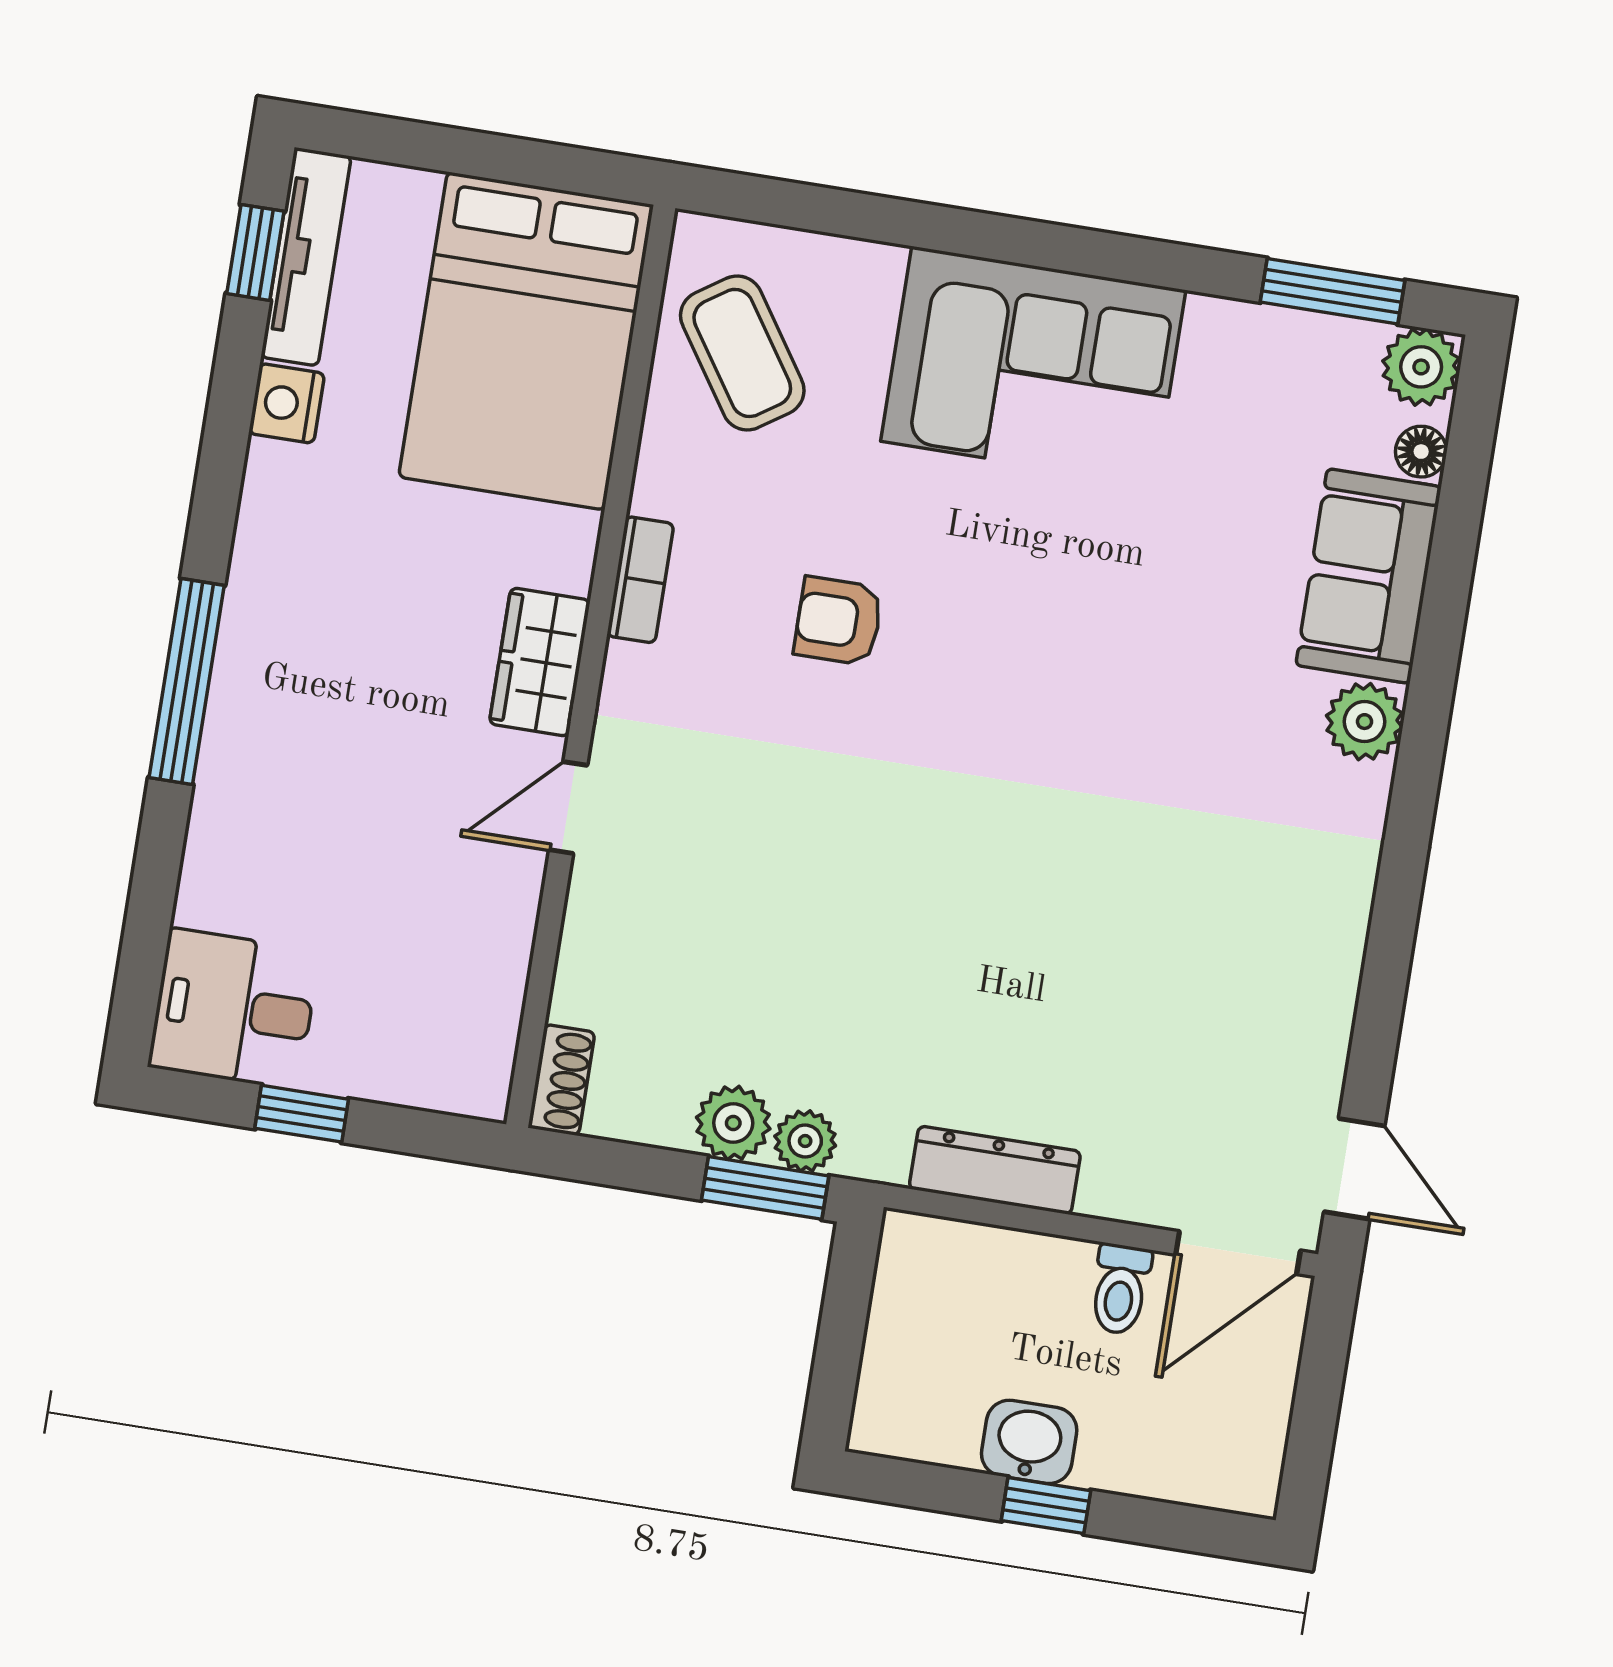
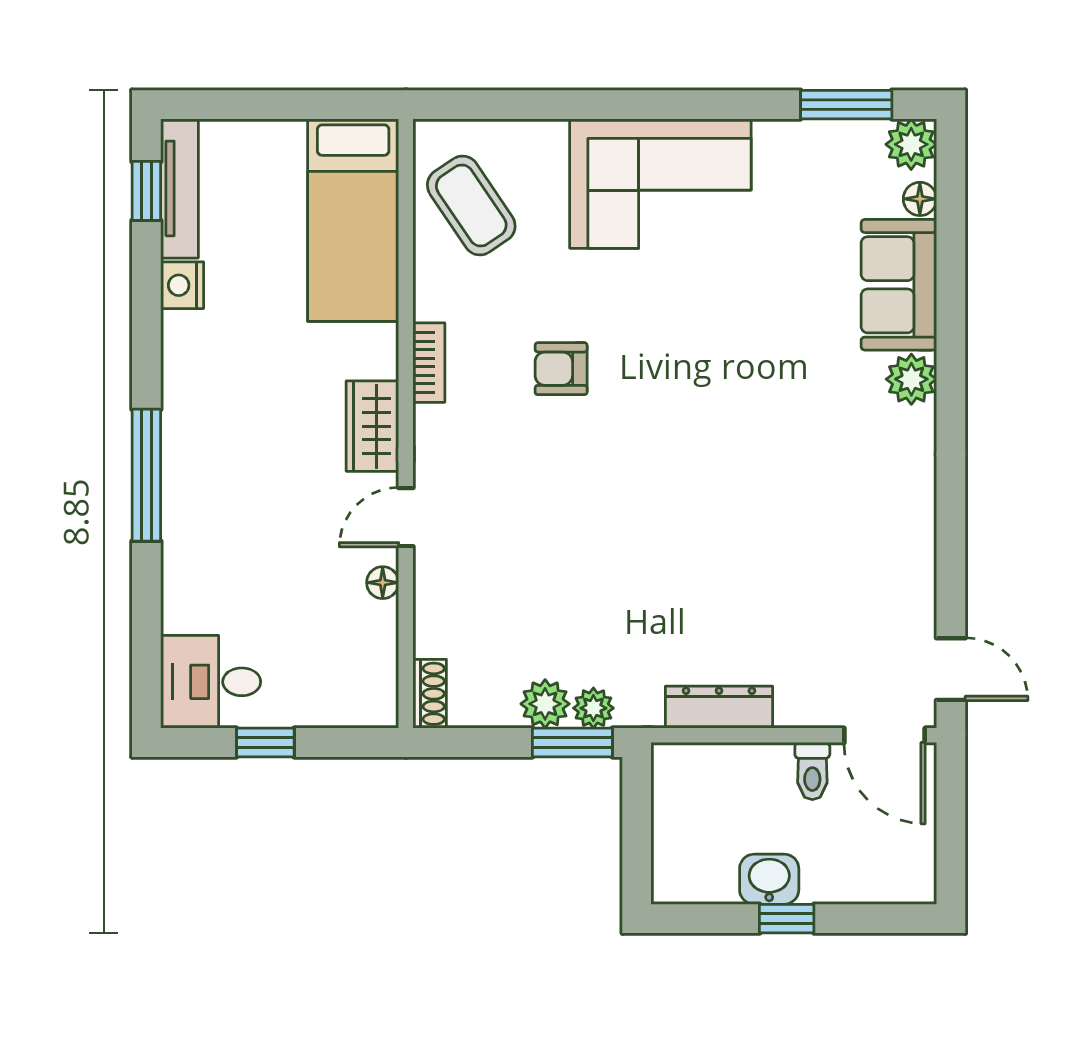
bed: (526, 341) -> (353, 220), width x0.67
floor lamp: (517, 901) -> (383, 583), added
door: (1238, 1253) -> (885, 735), hinge flipped

